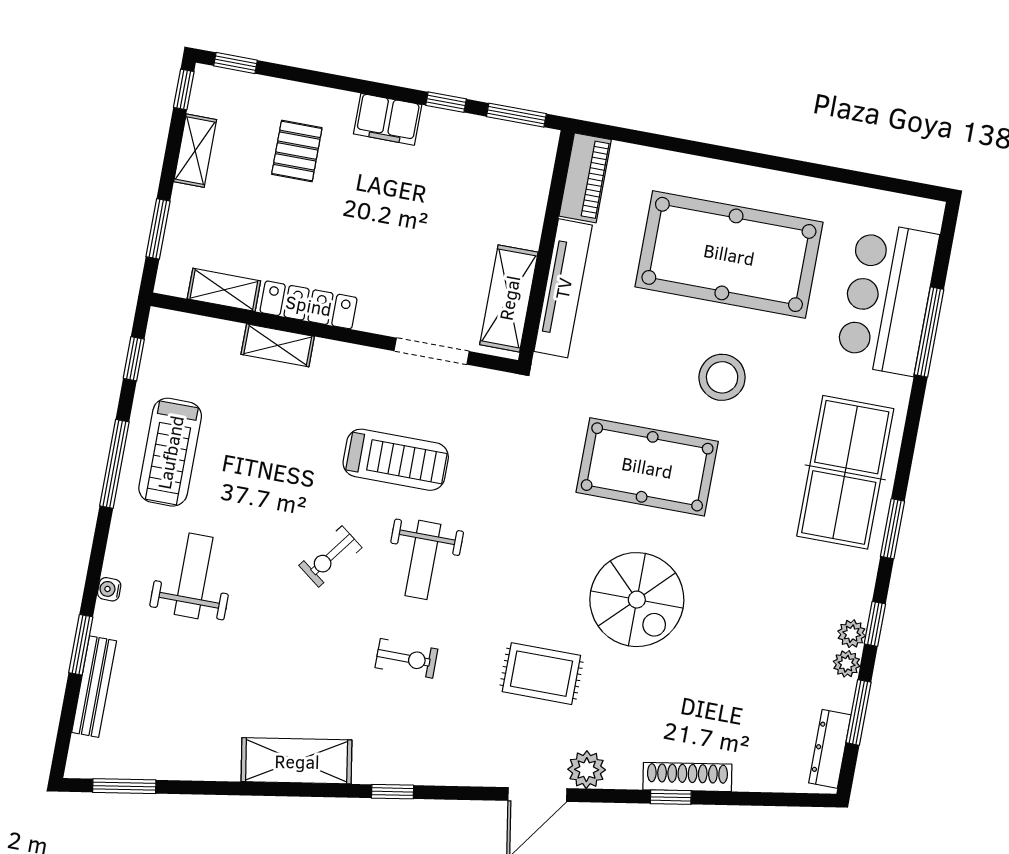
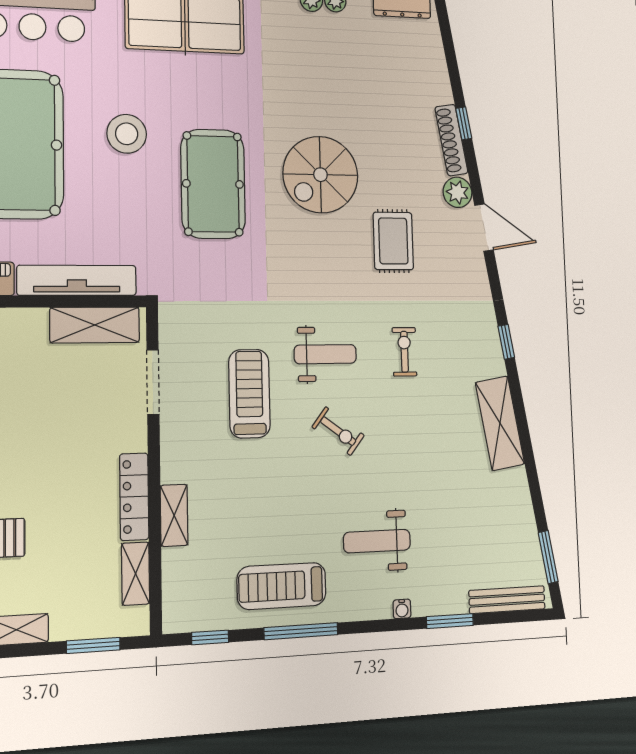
treadmill: (170, 452) -> (282, 586), turned 180
spiral stairs: (637, 600) -> (320, 175), turned 180
bench: (94, 687) -> (507, 600), moved
shoe rack: (687, 777) -> (451, 140), moved

